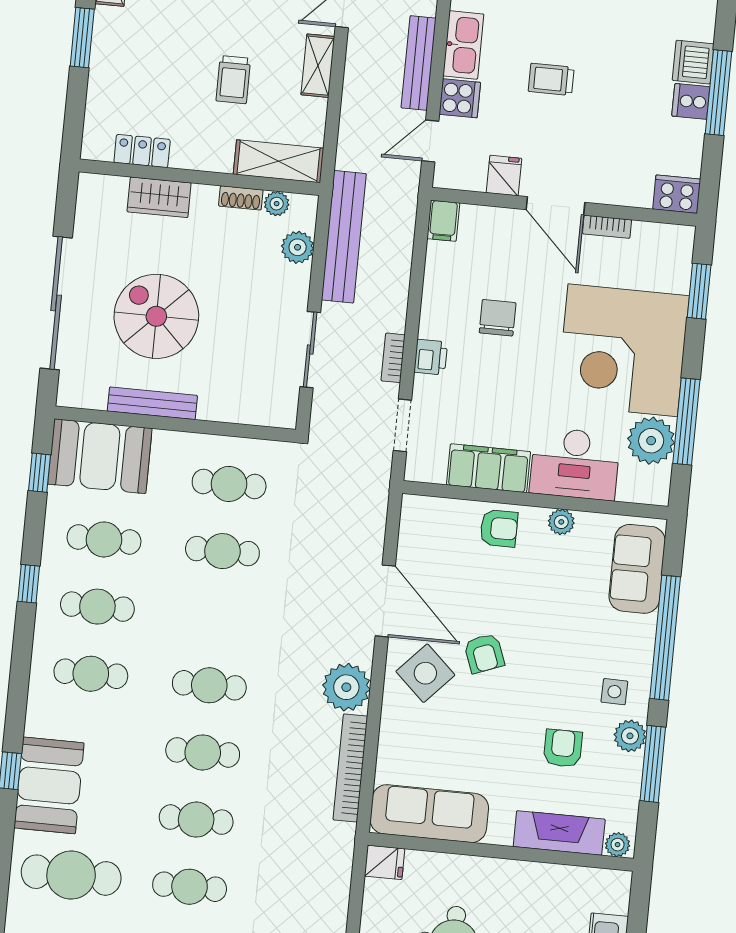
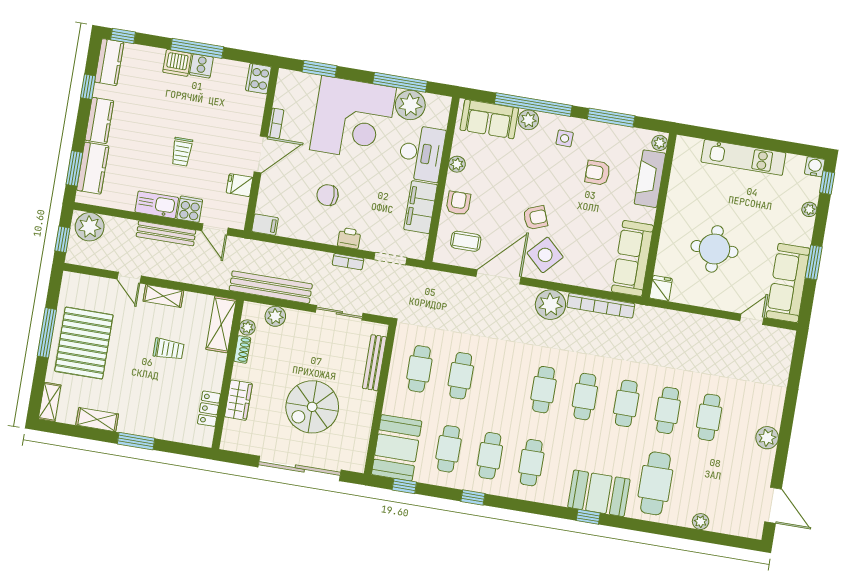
bench: (152, 403) -> (374, 363), moved
coffee table: (439, 544) -> (466, 241), added
plant: (630, 736) -> (528, 120), moved

